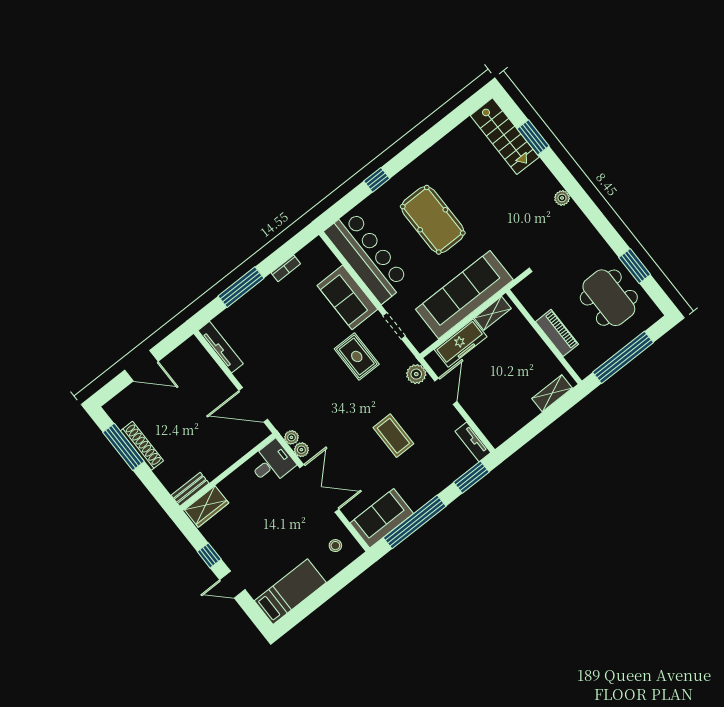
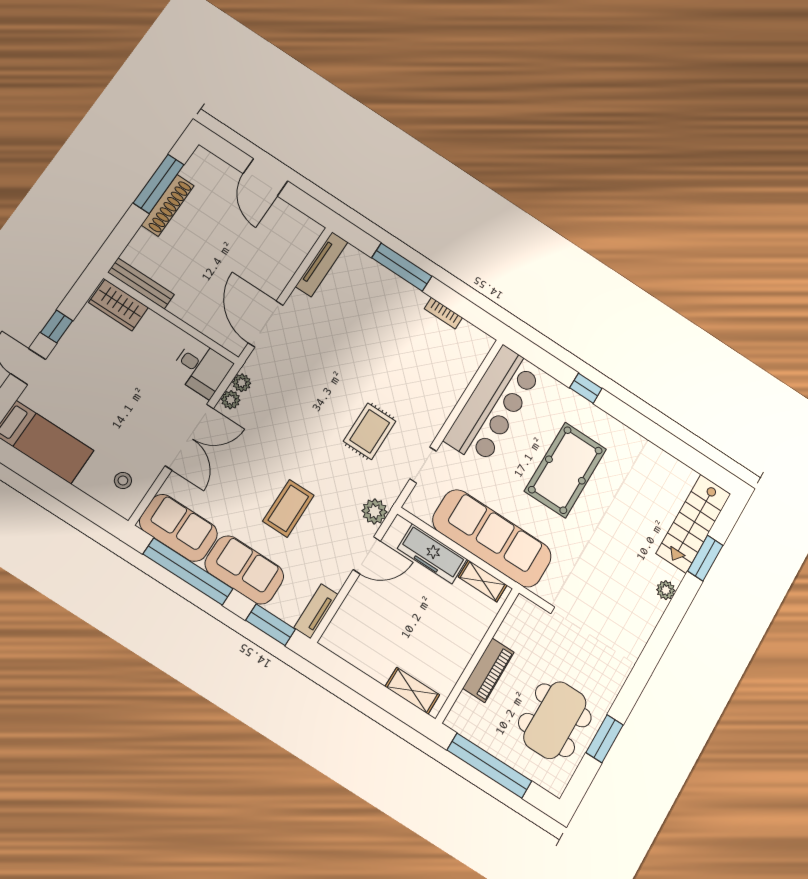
plant: (562, 198) -> (666, 590), moved
sofa: (347, 297) -> (244, 570), moved, turned 90
bench: (190, 489) -> (141, 283), width x1.36

